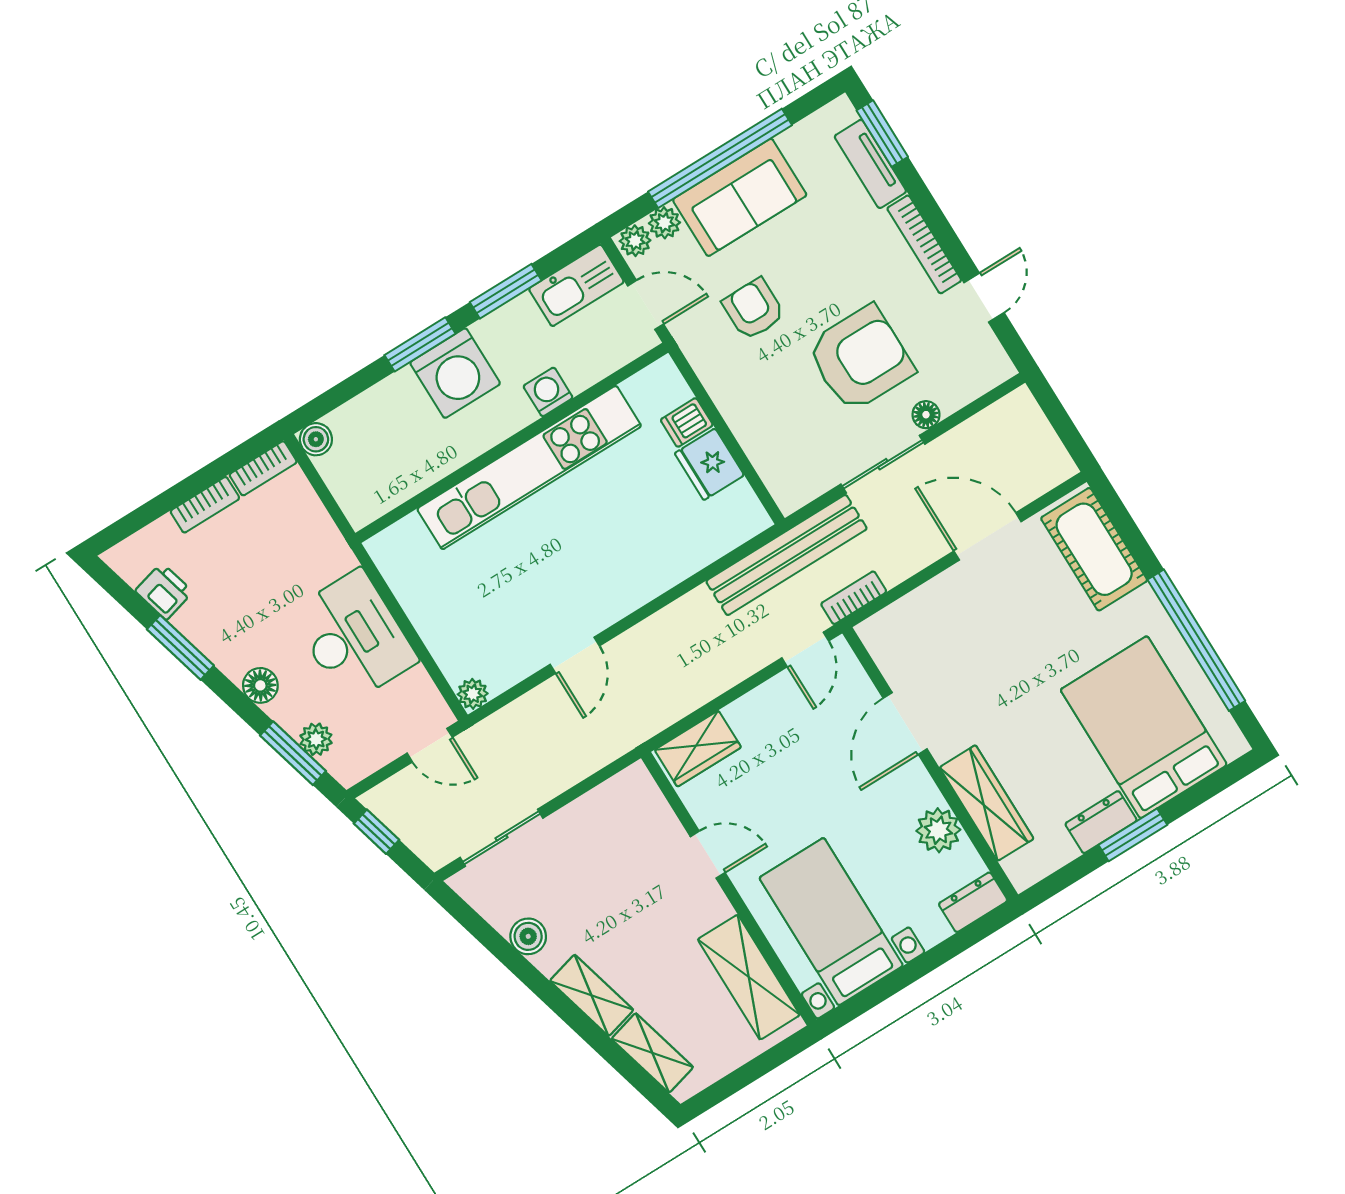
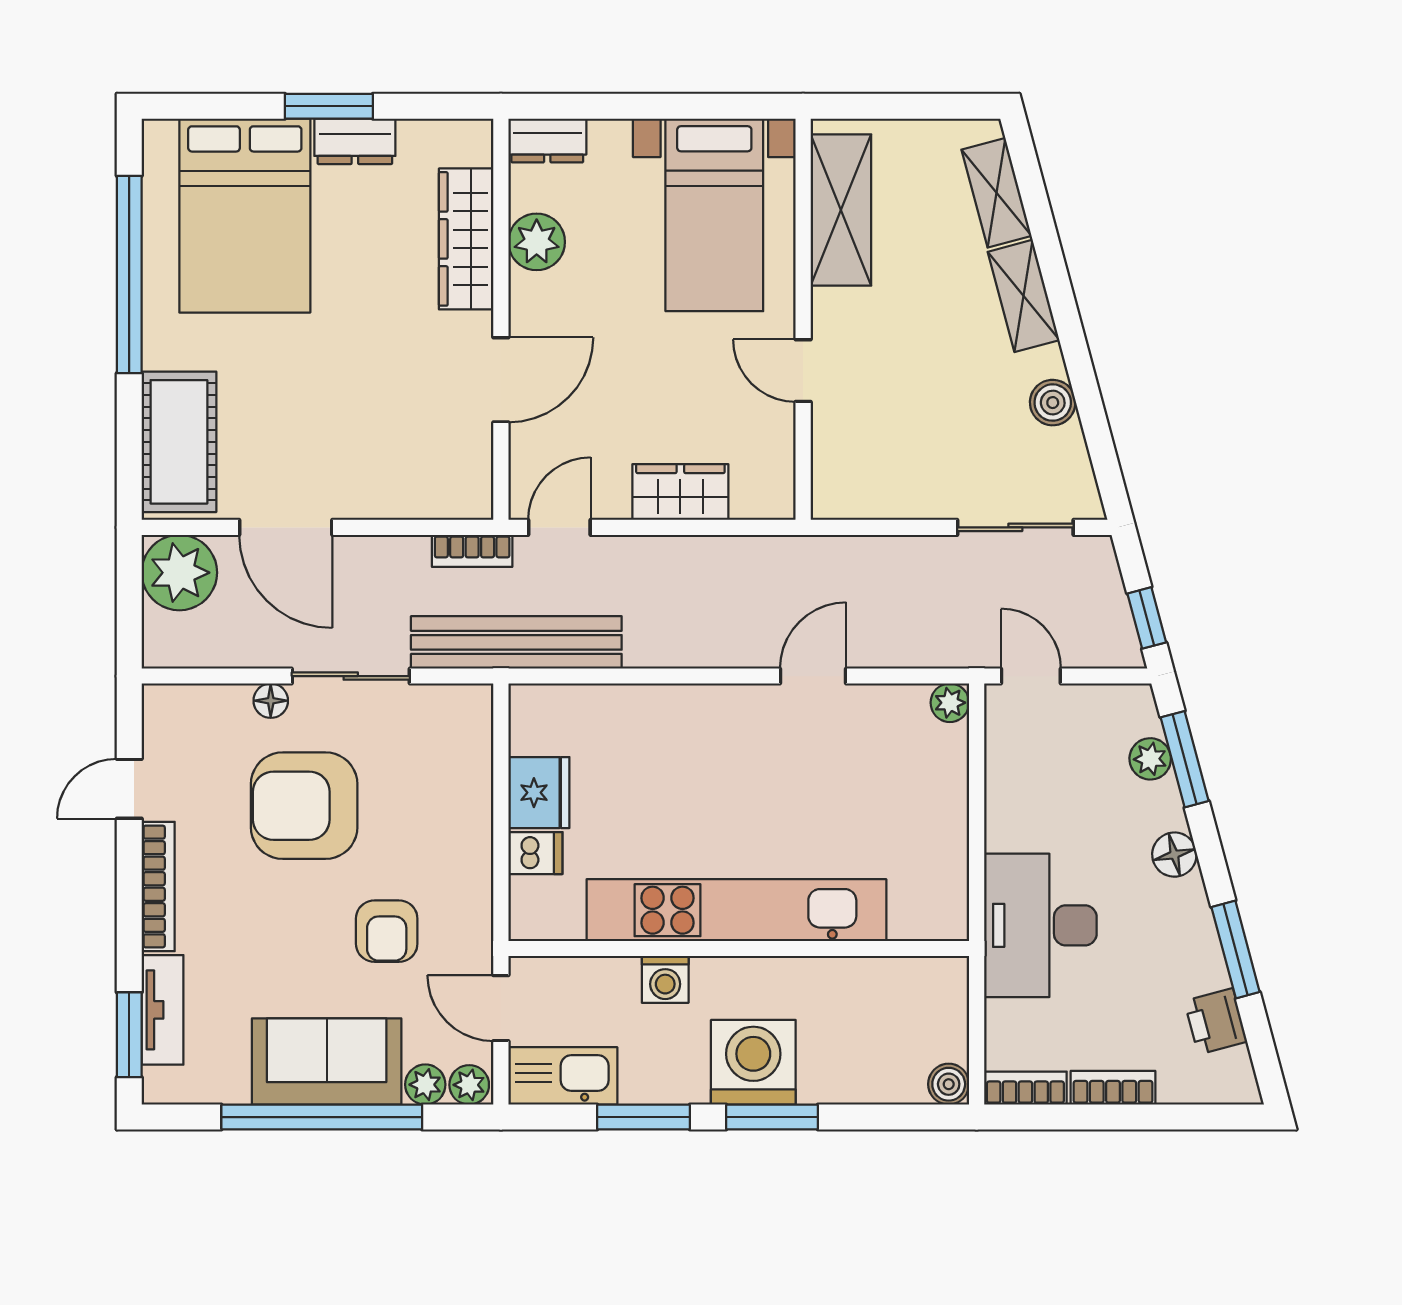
plant: (1040, 462) -> (179, 573), added
desk: (354, 636) -> (1040, 925), moved
wardrobe: (698, 749) -> (680, 492), moved

